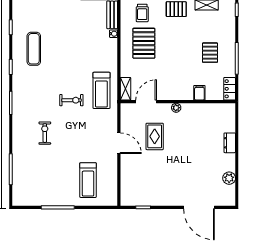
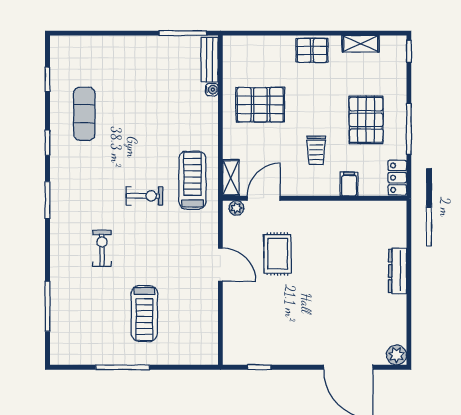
trolley: (142, 13) -> (316, 150), moved
pallet: (144, 43) -> (260, 105), turned 90
pallet: (210, 53) -> (366, 120), width x1.50, depth x1.42
treadmill: (101, 90) -> (193, 180), turned 180
plant: (176, 108) -> (236, 208), moved
dresser: (230, 143) -> (398, 271), width x1.44
plant: (229, 178) -> (397, 355), moved
treadmill: (88, 180) -> (144, 313), moved

